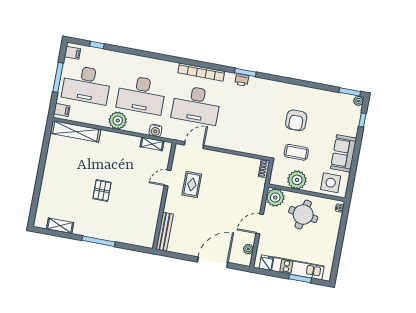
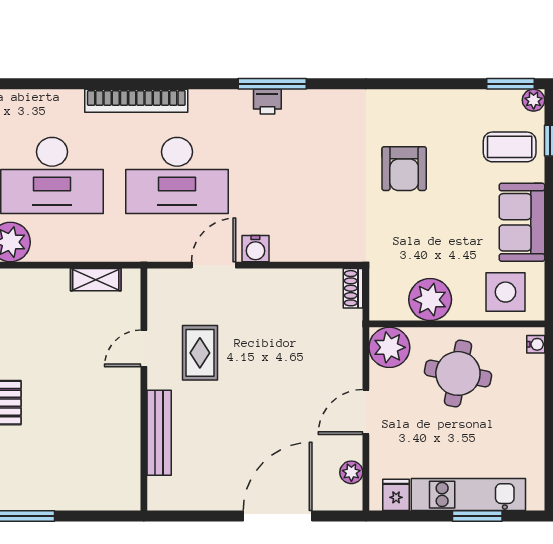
bookcase: (201, 72) -> (136, 101), moved
window: (245, 72) -> (272, 84), width x1.44
water cooler: (155, 131) -> (255, 249), moved
door: (194, 145) -> (214, 265), moved
coffee table: (296, 152) -> (510, 147), moved
bench: (165, 232) -> (159, 433), moved

